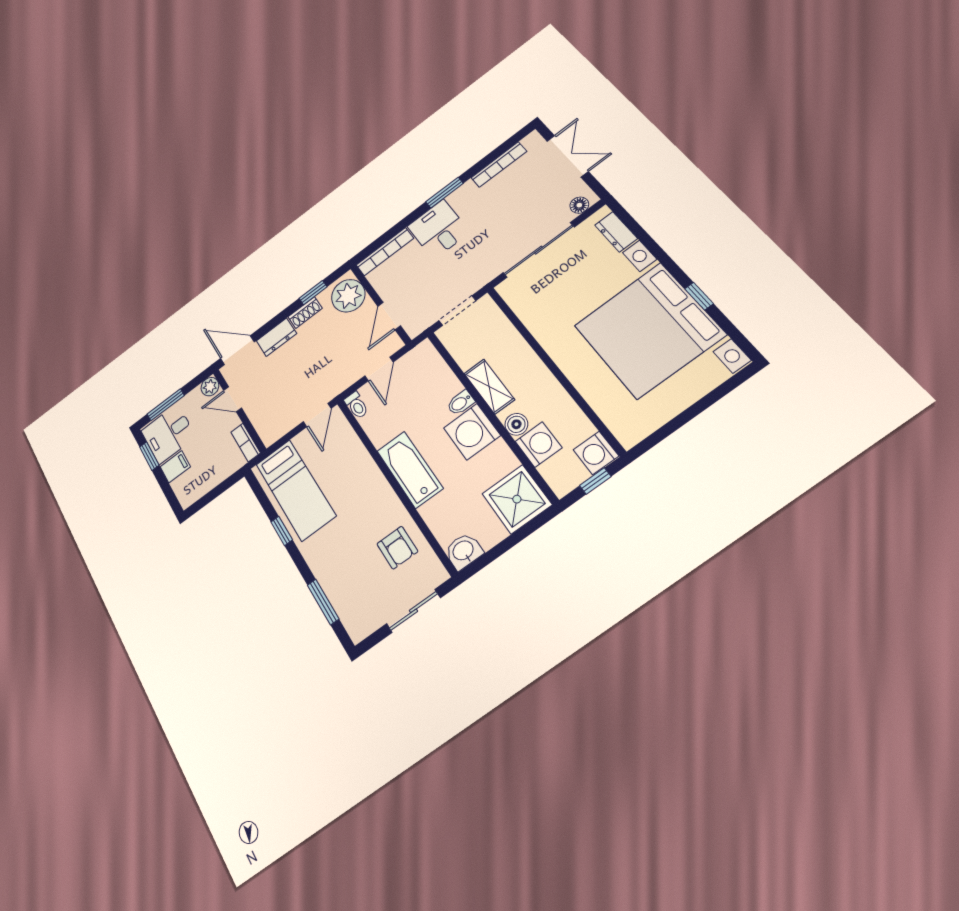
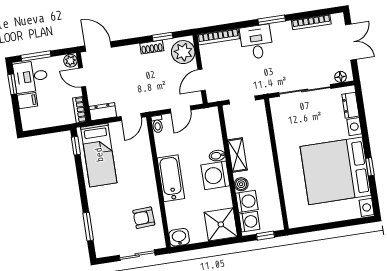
dresser: (277, 337) -> (103, 112), moved, turned 180
washing machine: (596, 453) -> (249, 222), moved, turned 180
window: (282, 531) -> (76, 146), moved
armchair: (397, 548) -> (144, 218), turned 87

